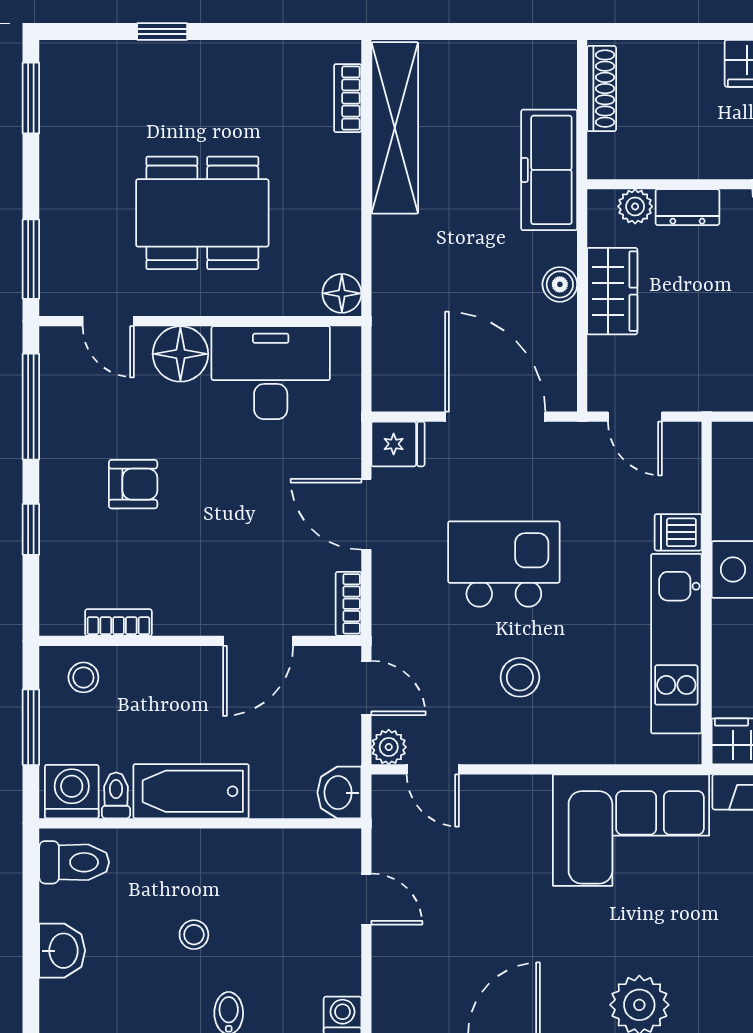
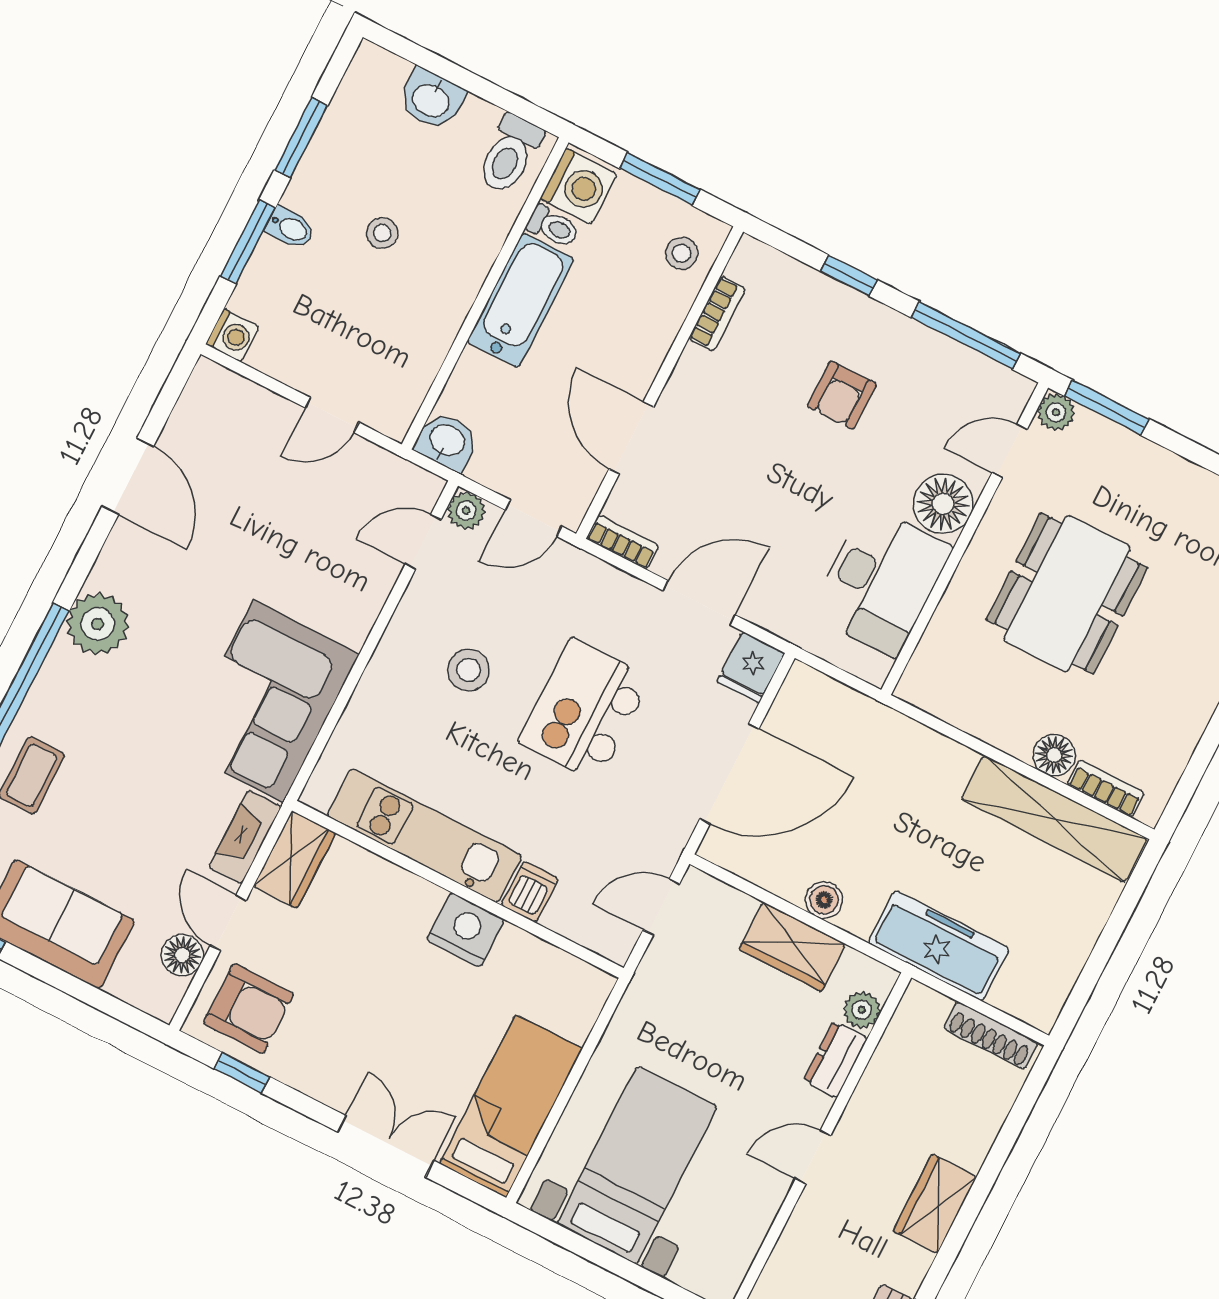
floor lamp: (342, 293) -> (1054, 755), moved
plant: (56, 299) -> (1056, 412), added
kitchen island: (504, 564) -> (585, 710), turned 180

